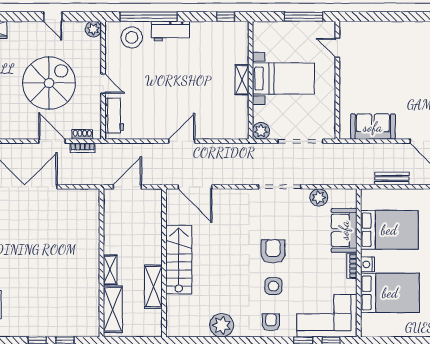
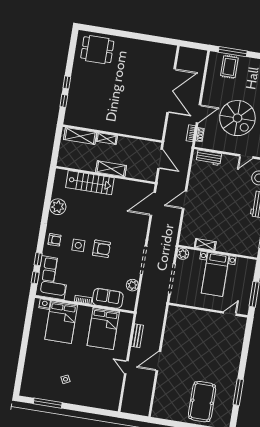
shelving: (242, 80) -> (205, 244), moved
door: (103, 84) -> (246, 156), moved
sofa: (373, 127) -> (174, 329), removed
door: (182, 141) -> (185, 200), swing flipped
stairs: (179, 260) -> (90, 183), moved
nightstand: (367, 264) -> (45, 304), moved
shelving: (153, 287) -> (111, 169), moved

